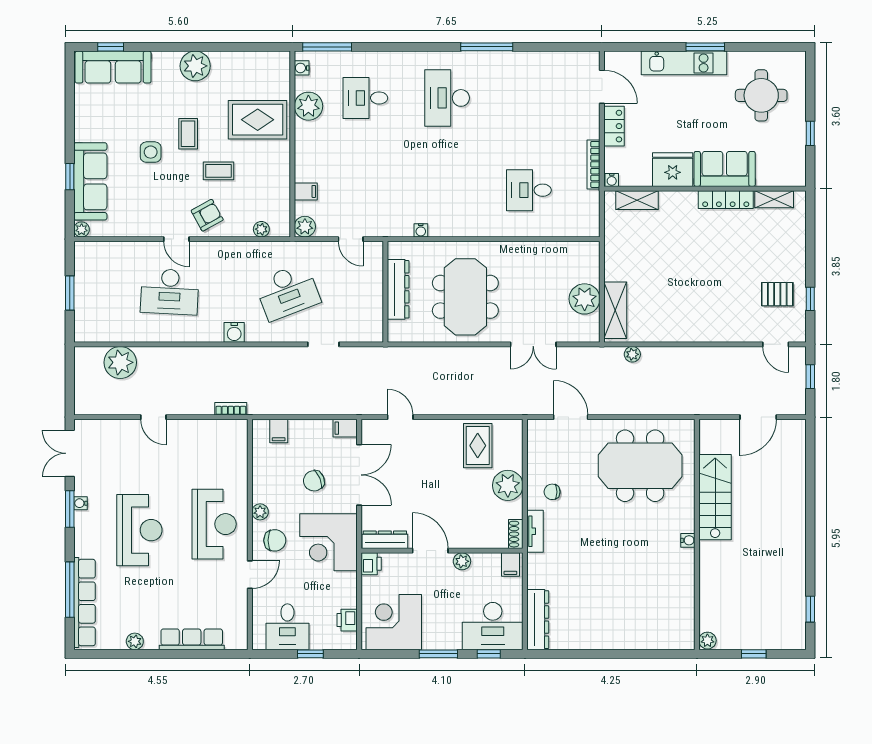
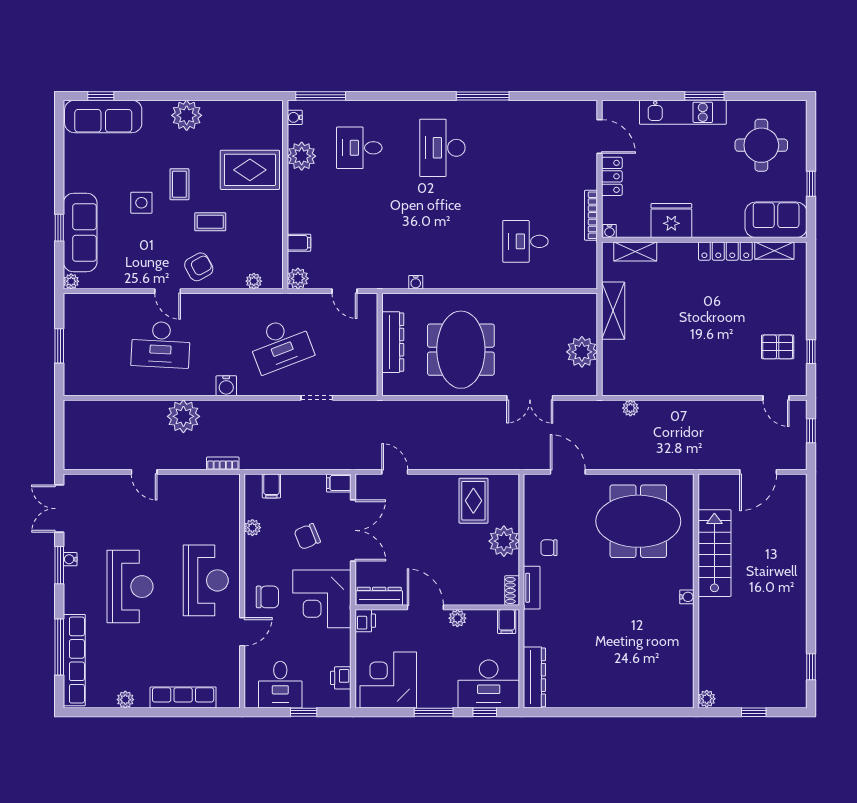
sofa: (725, 169) -> (776, 220), moved
shelving: (615, 310) -> (613, 311), moved
plant: (120, 362) -> (183, 416), moved
plant: (260, 512) -> (252, 528), moved

